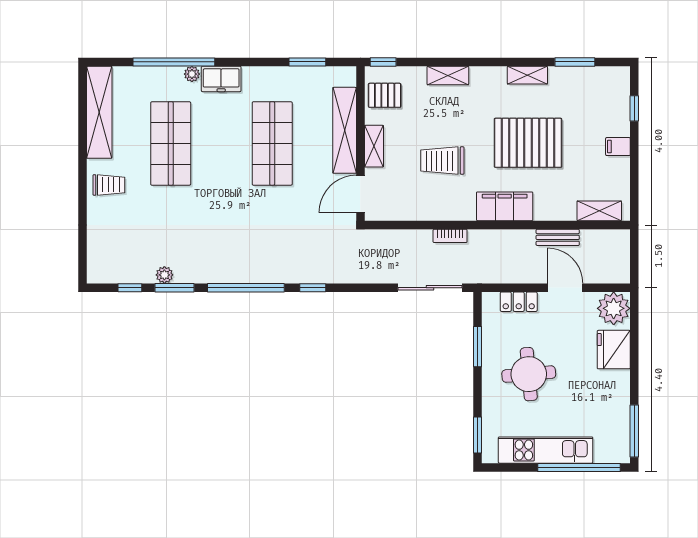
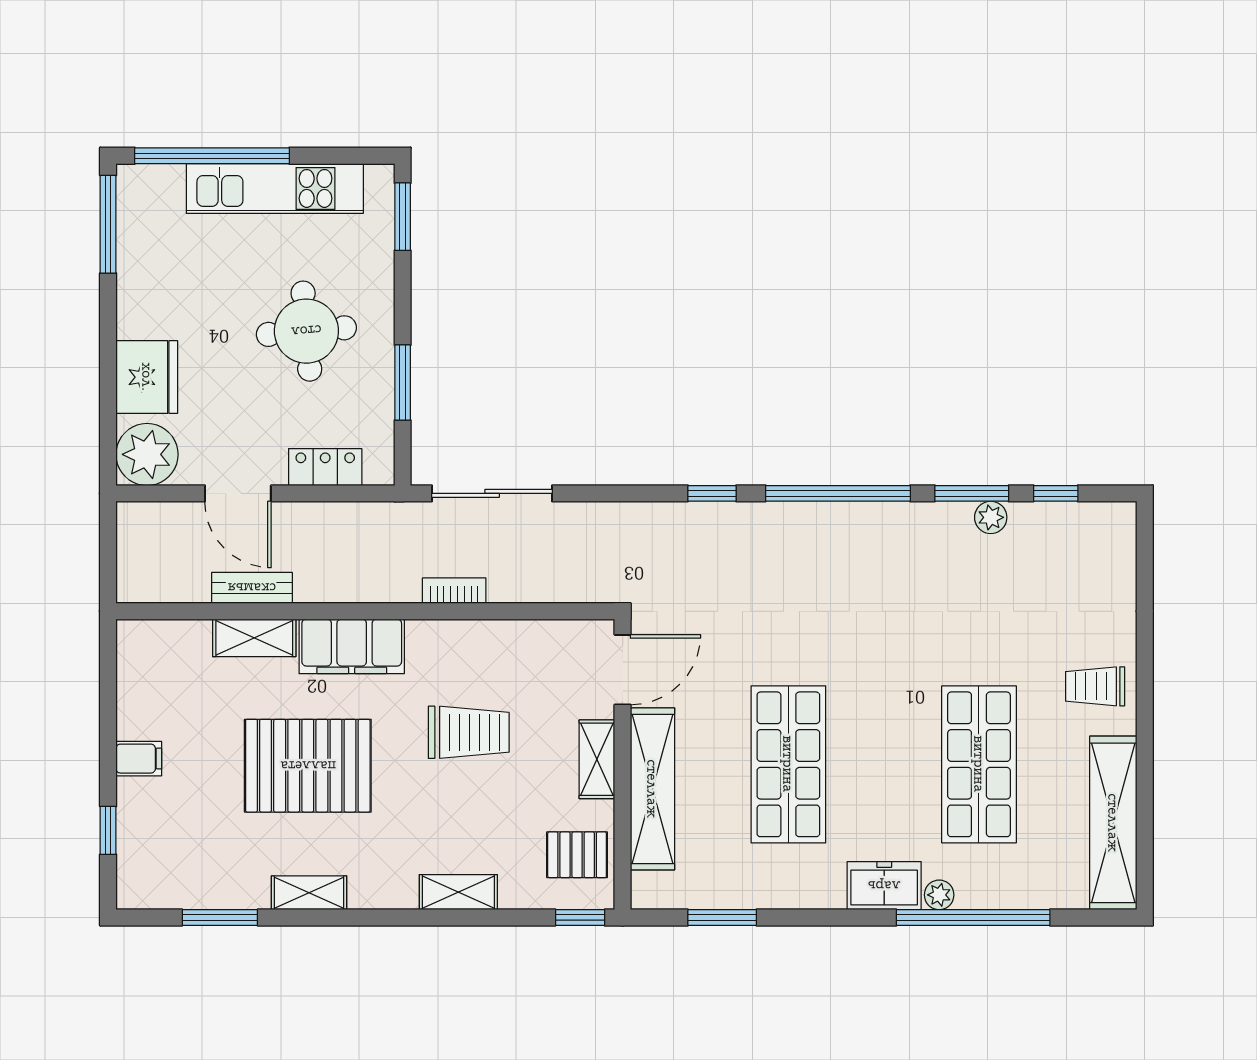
shelving: (599, 211) -> (254, 638), moved

